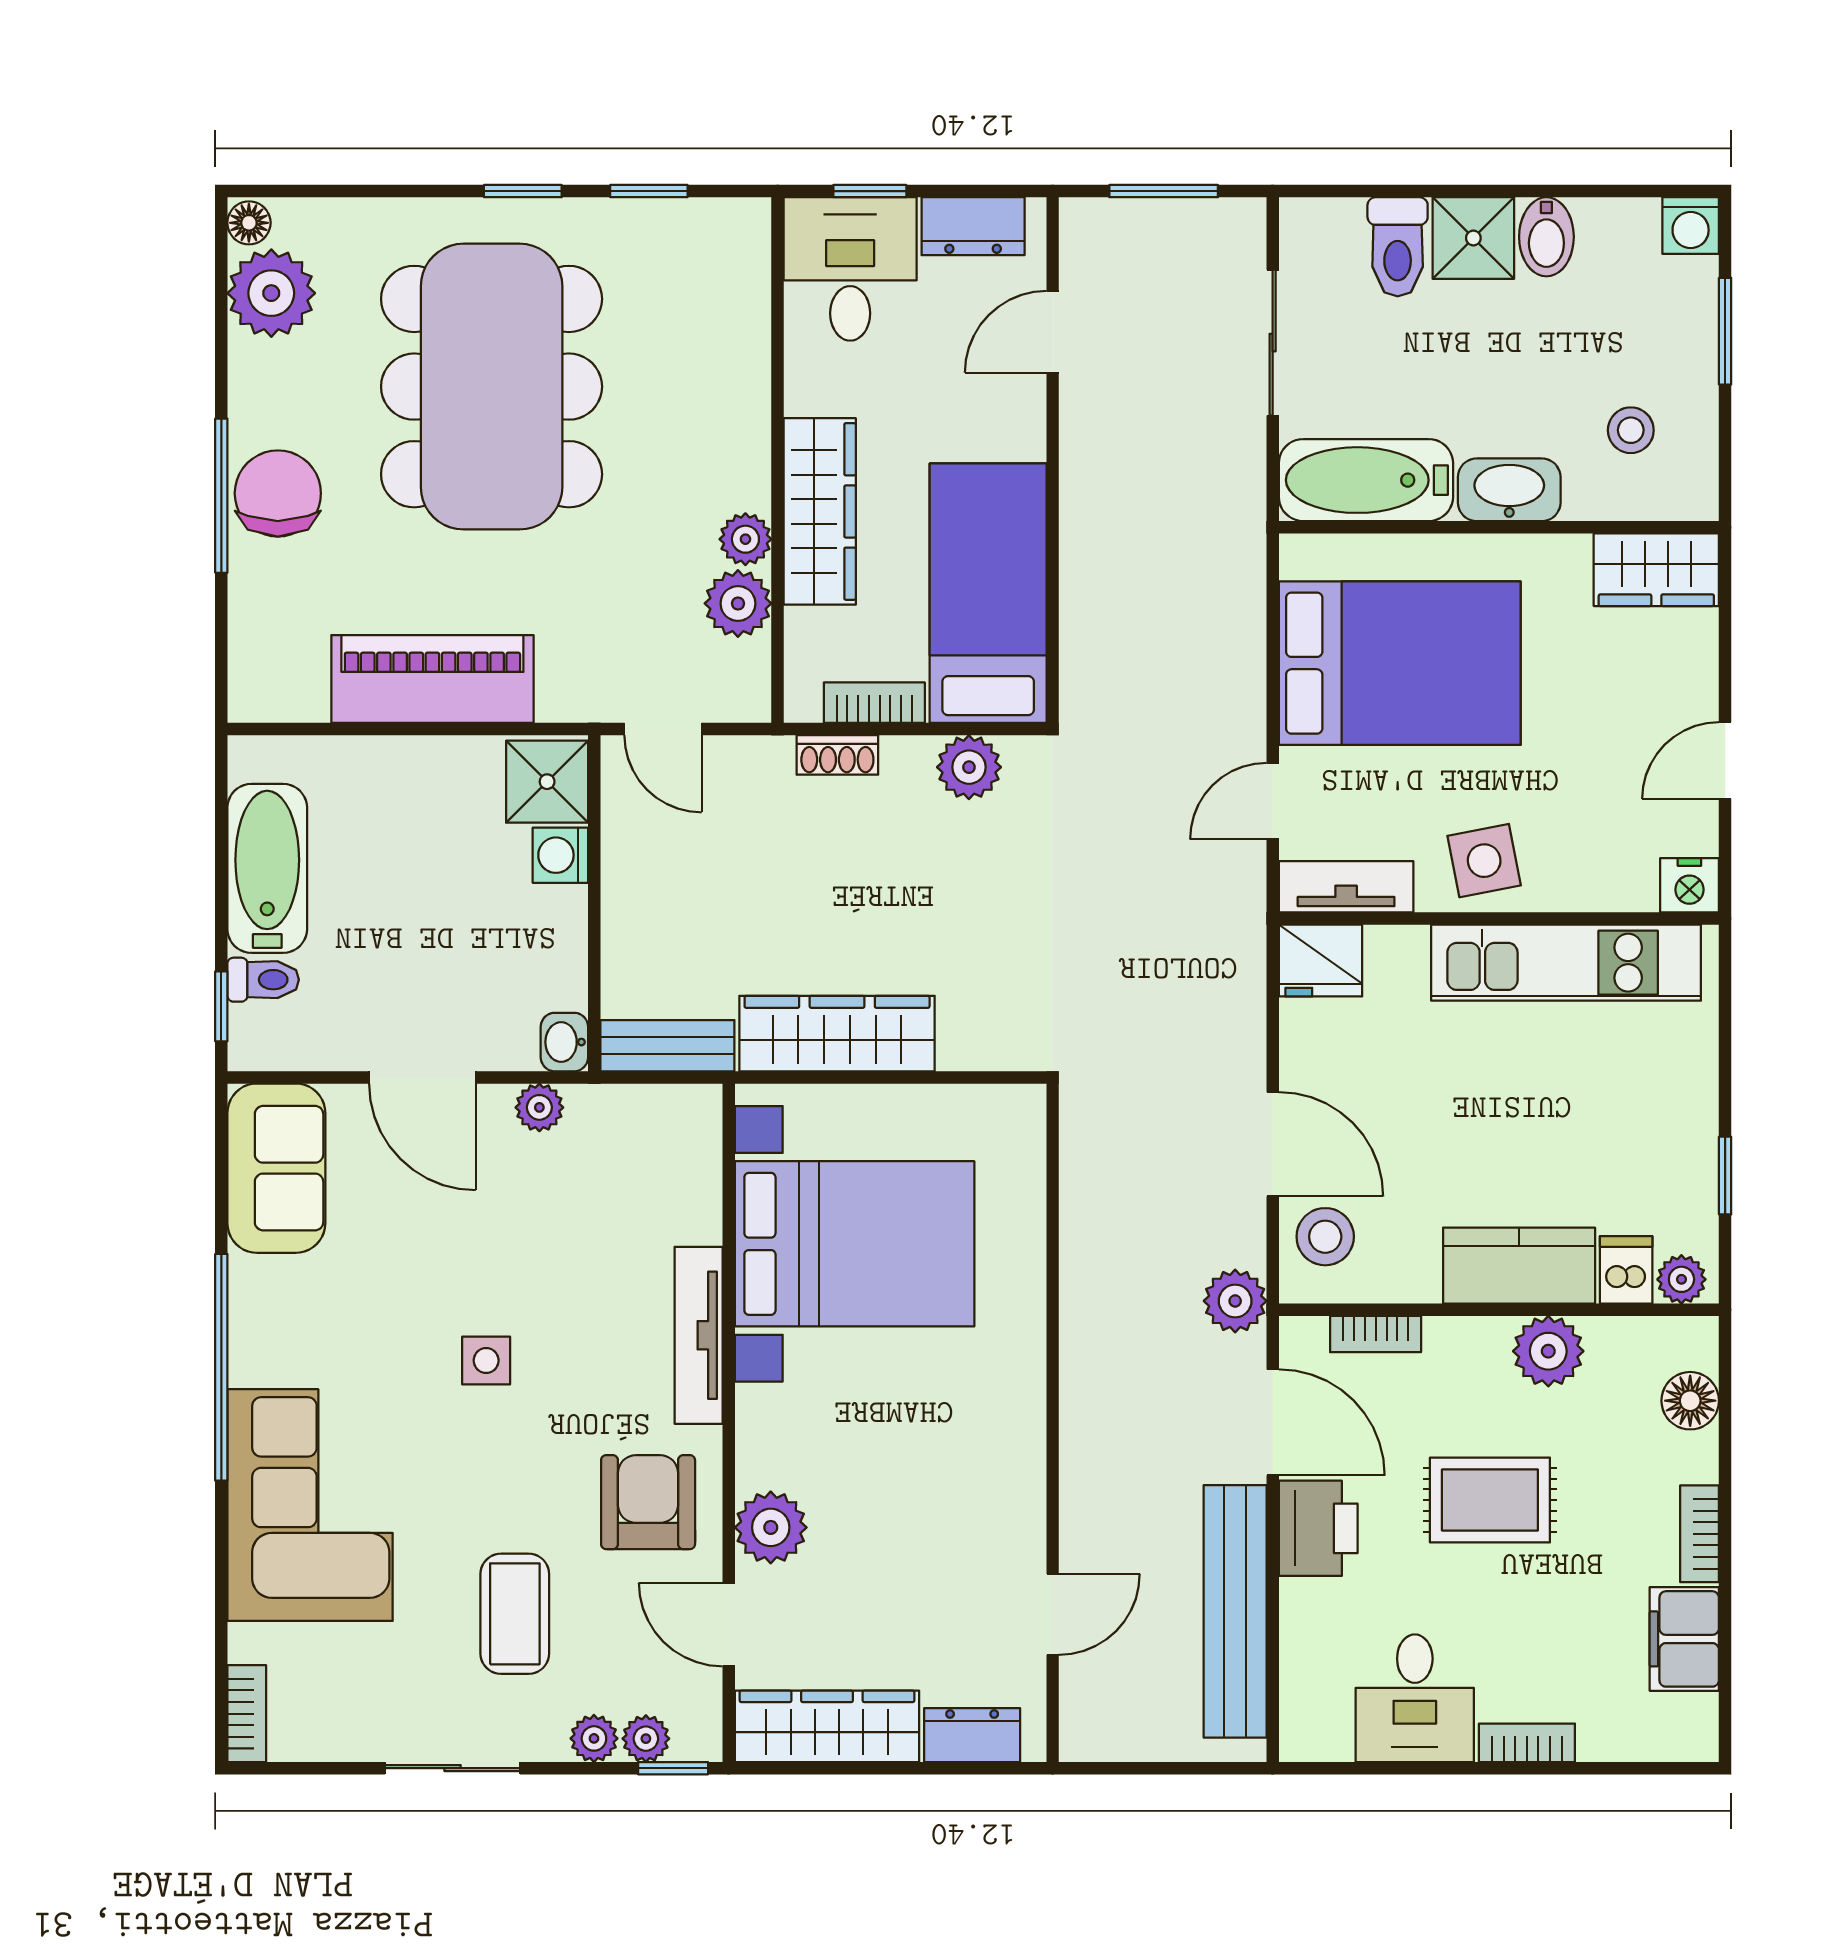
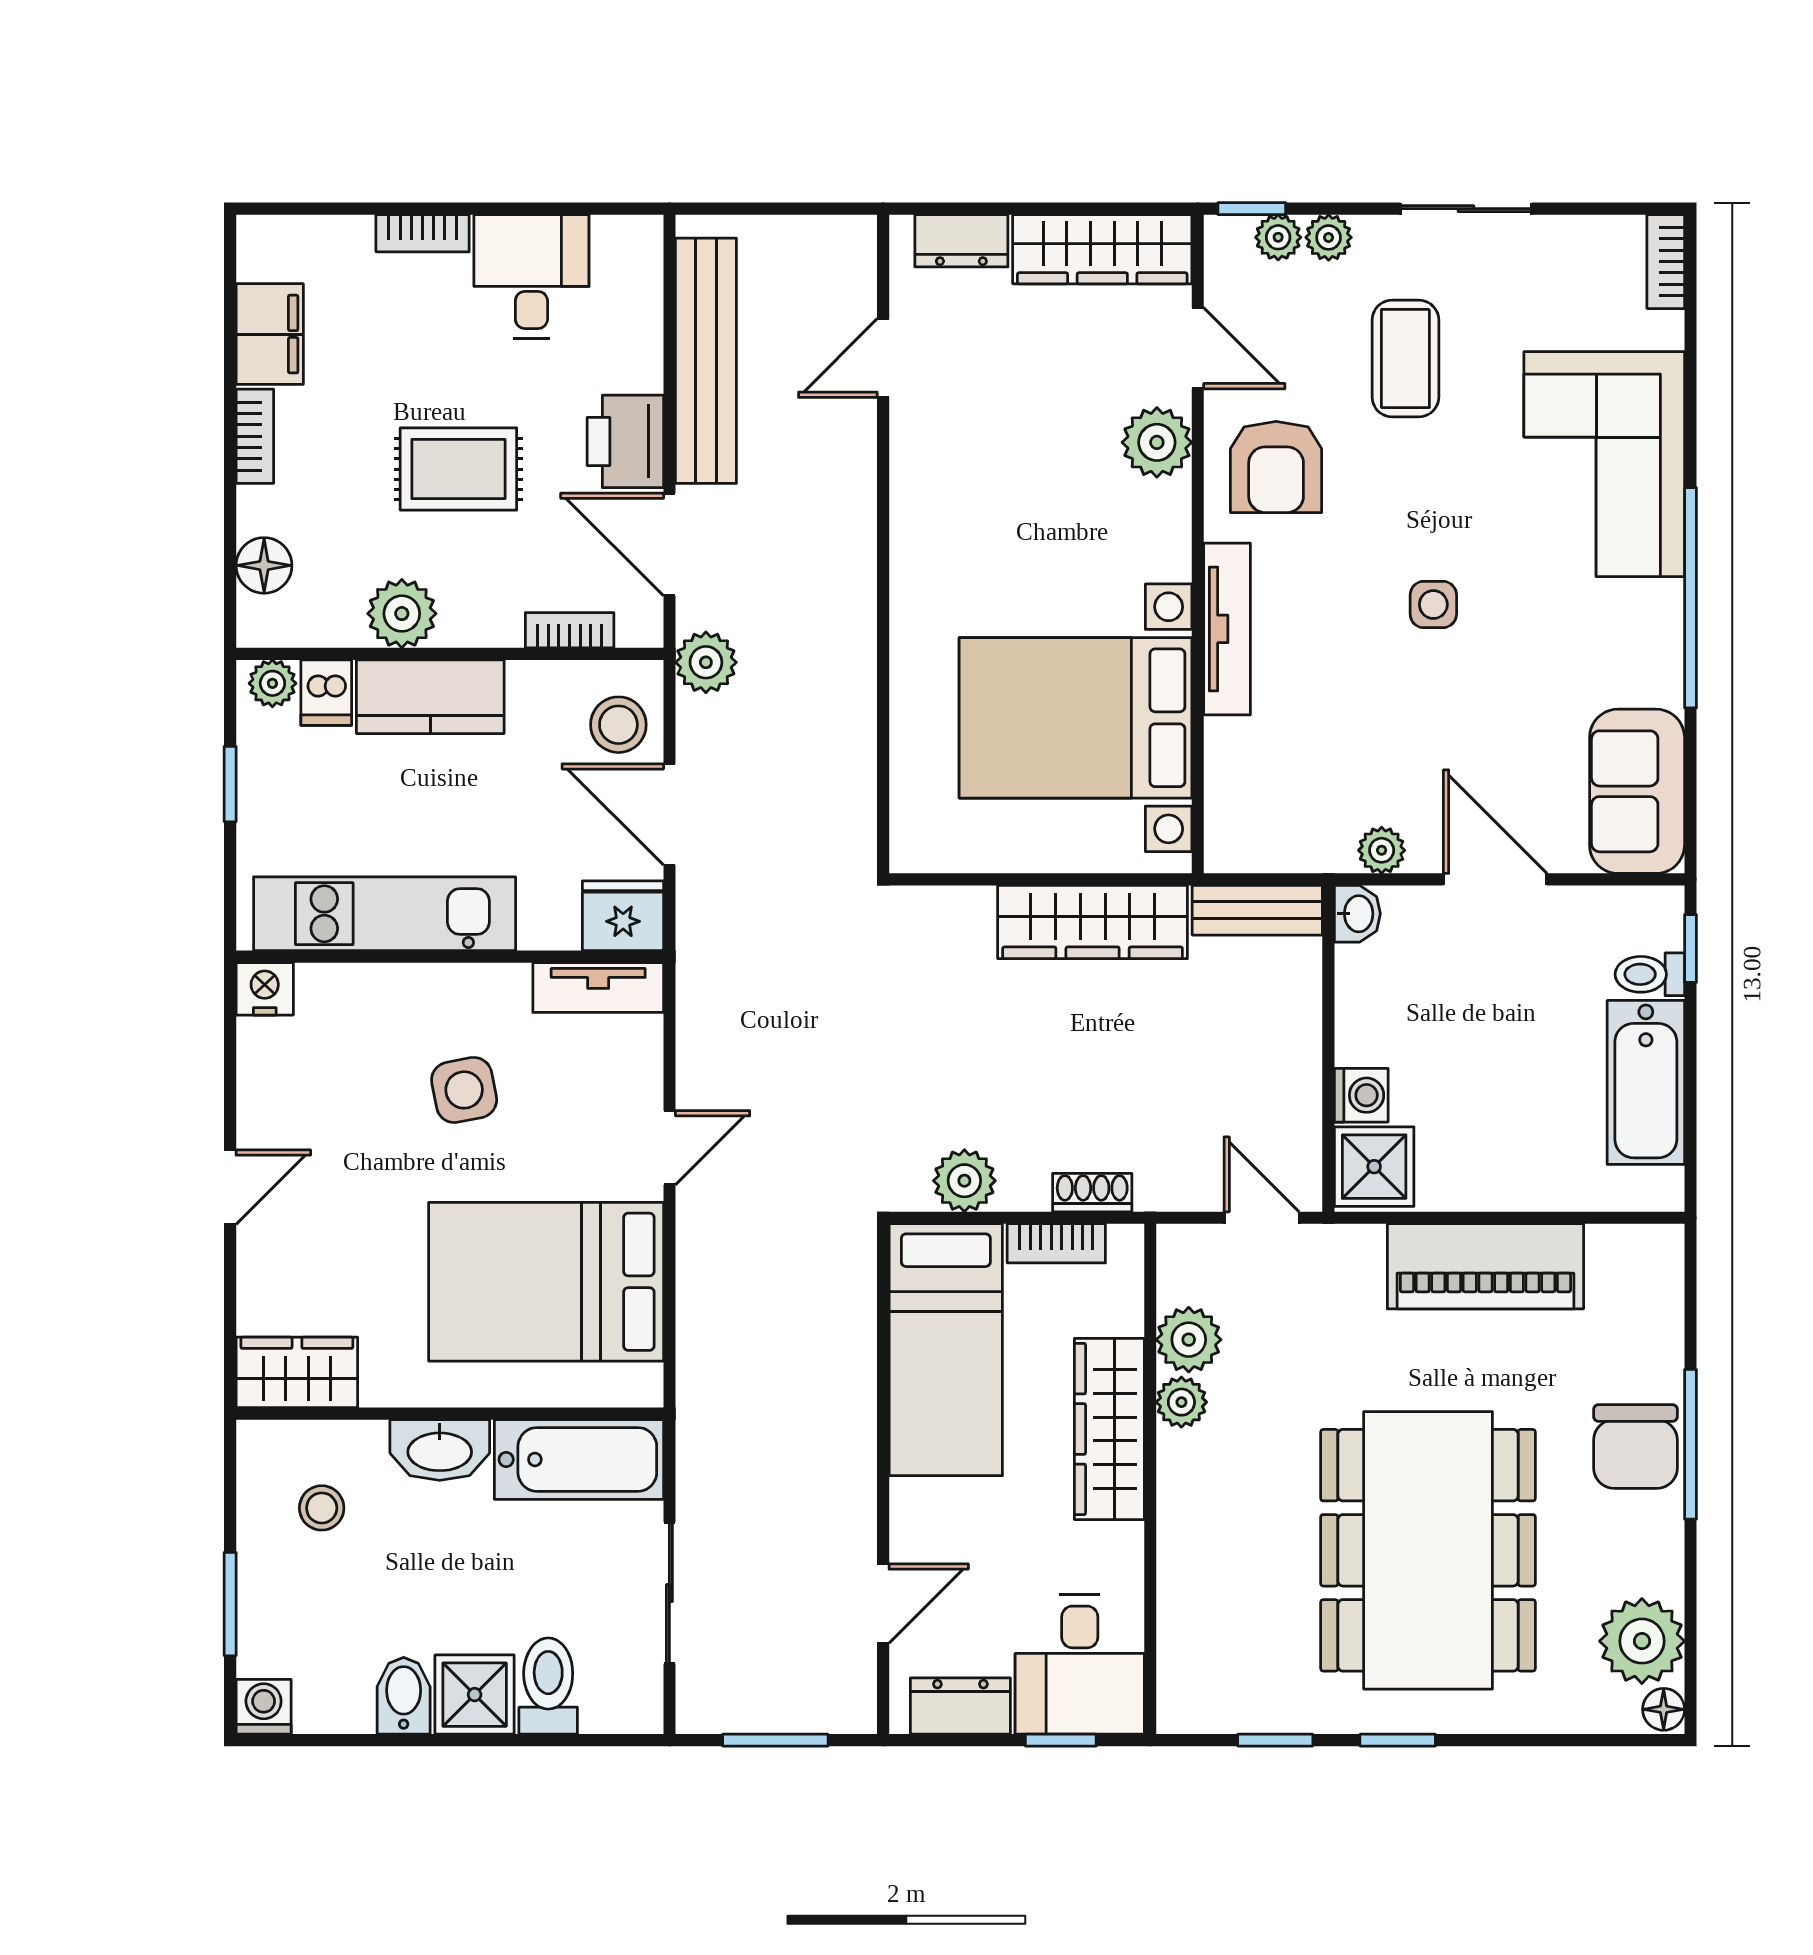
nightstand: (1689, 885) -> (265, 989), moved
tv unit: (1346, 887) -> (598, 987), moved
wall: (1499, 918) -> (450, 957), moved
fridge: (1321, 961) -> (623, 916), moved
kitchen unit: (1566, 963) -> (385, 914), moved

